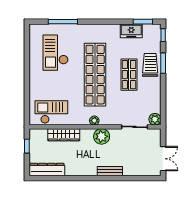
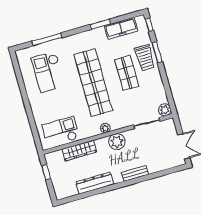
window: (143, 22) -> (100, 24), moved
freezer: (131, 31) -> (121, 28), width x1.40
trolley: (150, 65) -> (145, 58), turned 180
dresser: (47, 170) -> (95, 183), moved

